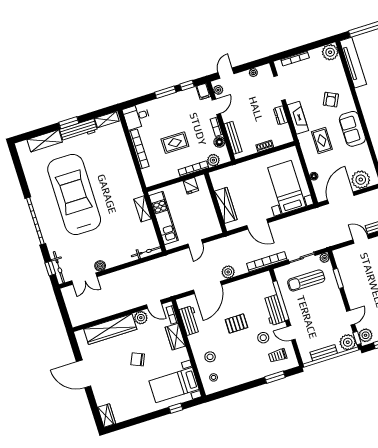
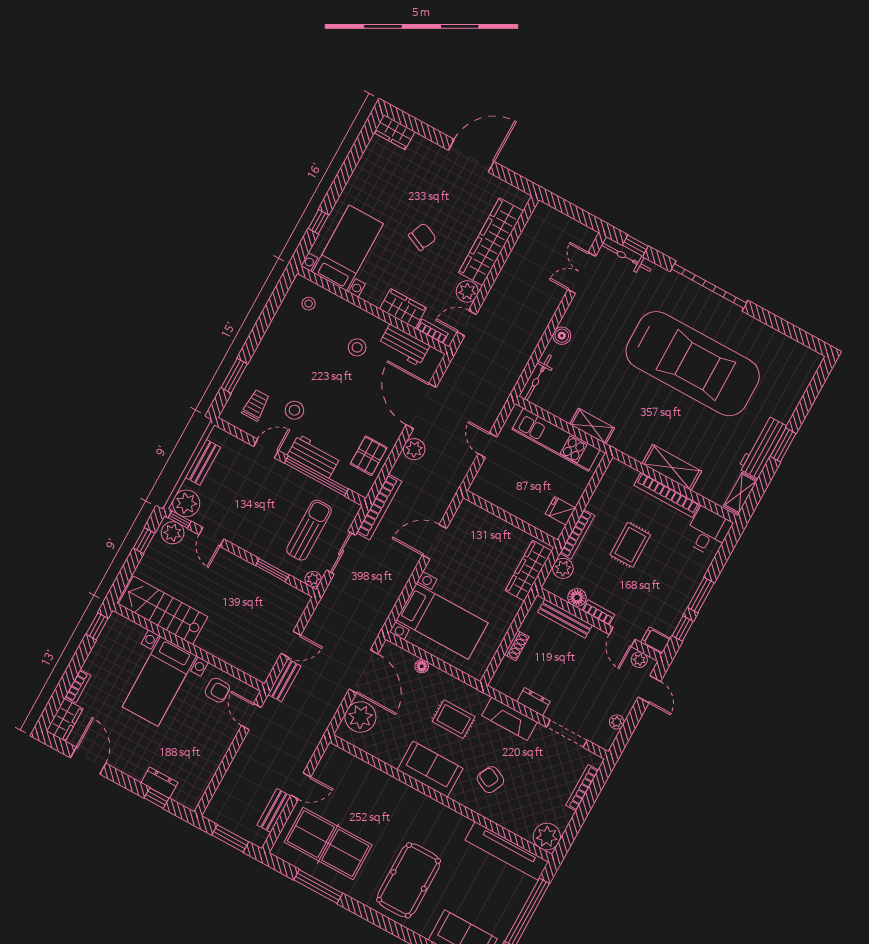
shelving: (45, 141) -> (672, 467), moved, turned 90
wardrobe: (226, 205) -> (529, 571), moved, turned 90
boiler: (100, 266) -> (562, 336), moved
pallet: (236, 324) -> (369, 456), moved
stool: (210, 357) -> (357, 347), moved

